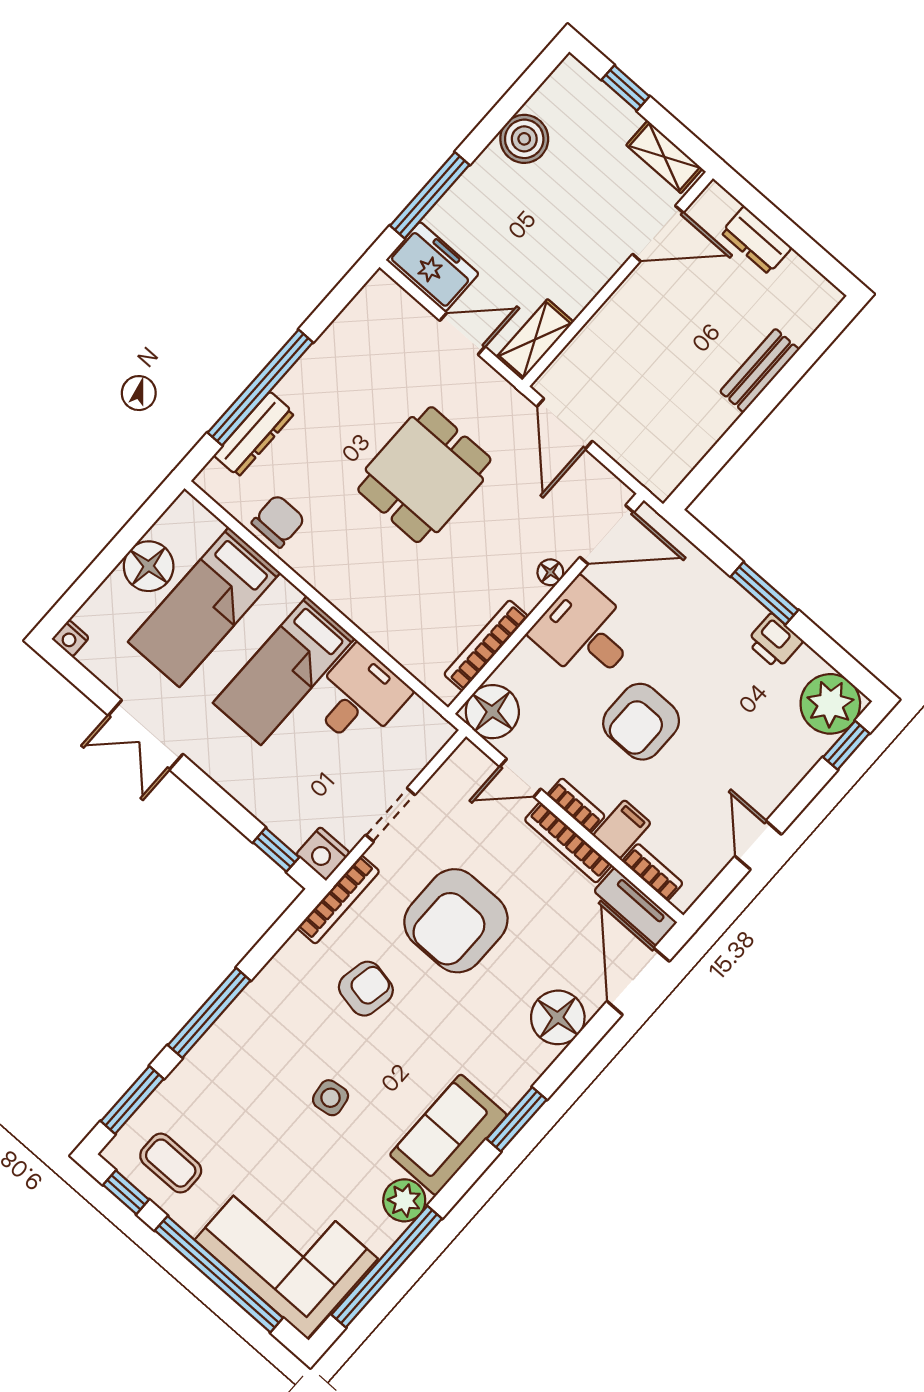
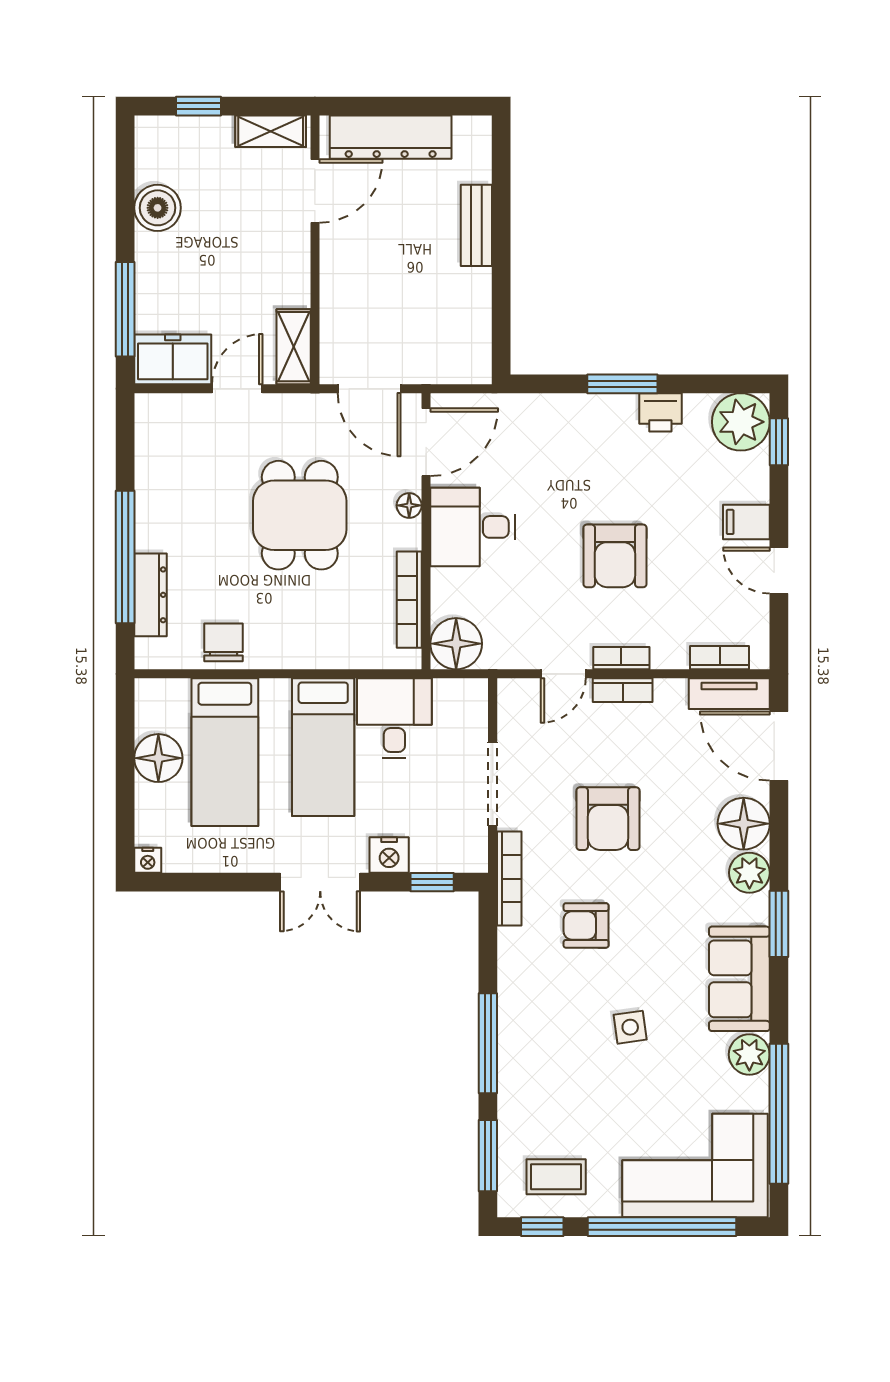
dresser: (756, 240) -> (391, 137), width x1.96, depth x1.24
door: (607, 535) -> (426, 442), moved
floor lamp: (550, 572) -> (409, 505), moved
wall: (546, 604) -> (426, 531), moved
desk: (585, 633) -> (473, 527), moved
bookcase: (486, 645) -> (409, 600), moved
floor lamp: (492, 712) -> (456, 644), moved
double door: (146, 735) -> (320, 882), moved
doorway: (390, 815) -> (493, 784), width x1.38
filing cabinet: (622, 829) -> (746, 522), moved, turned -90
bookcase: (568, 842) -> (623, 690), width x0.64
nightstand: (323, 854) -> (389, 855), moved
armchair: (456, 921) -> (608, 819), width x0.73, depth x0.73
armchair: (366, 989) -> (586, 925), turned -101
plant: (529, 1059) -> (749, 873), added

